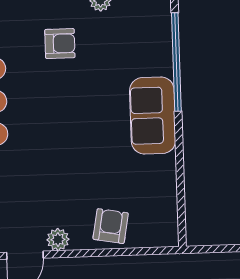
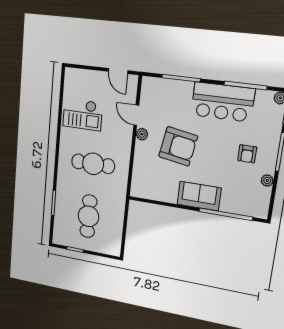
armchair: (111, 226) -> (178, 146), moved, width x1.88, depth x1.88

